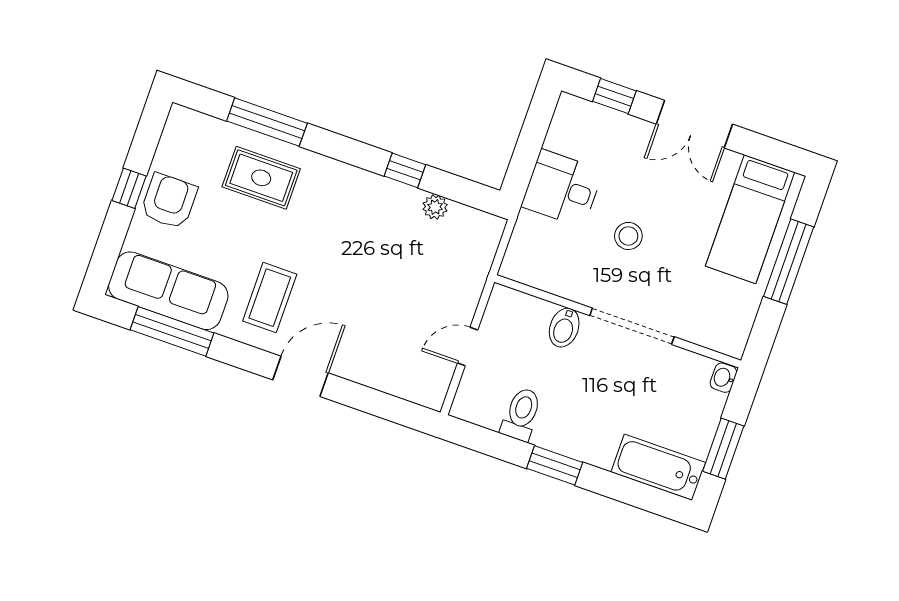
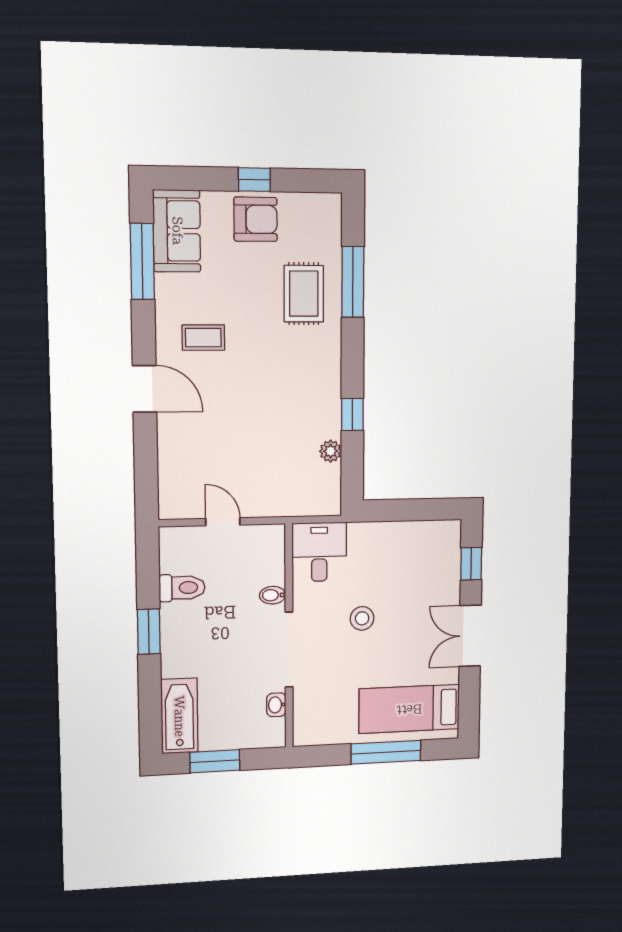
desk: (562, 188) -> (319, 552), moved
sofa: (168, 291) -> (177, 231), width x0.73
coffee table: (270, 298) -> (203, 338), width x0.73, depth x0.77
bidet: (564, 328) -> (273, 595), width x0.72, depth x0.74
washbasin: (723, 378) -> (276, 705), moved, turned -90

